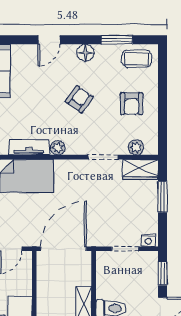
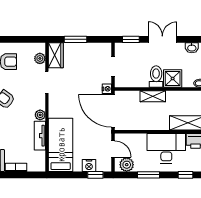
nightstand: (148, 240) -> (107, 89), moved

